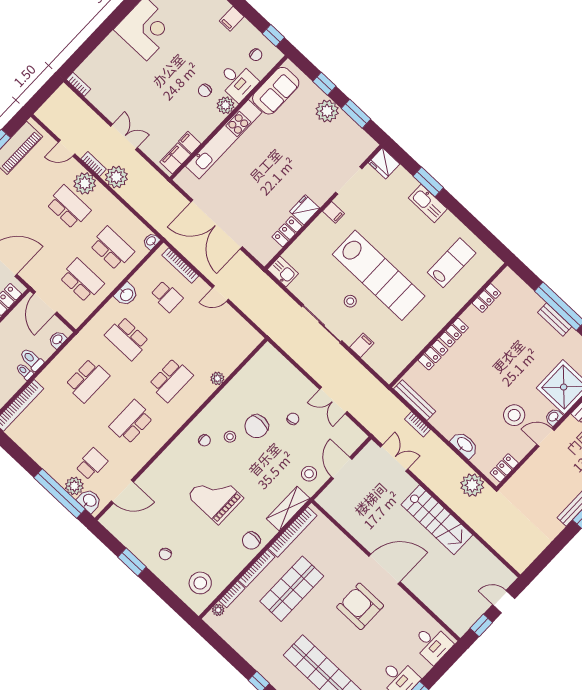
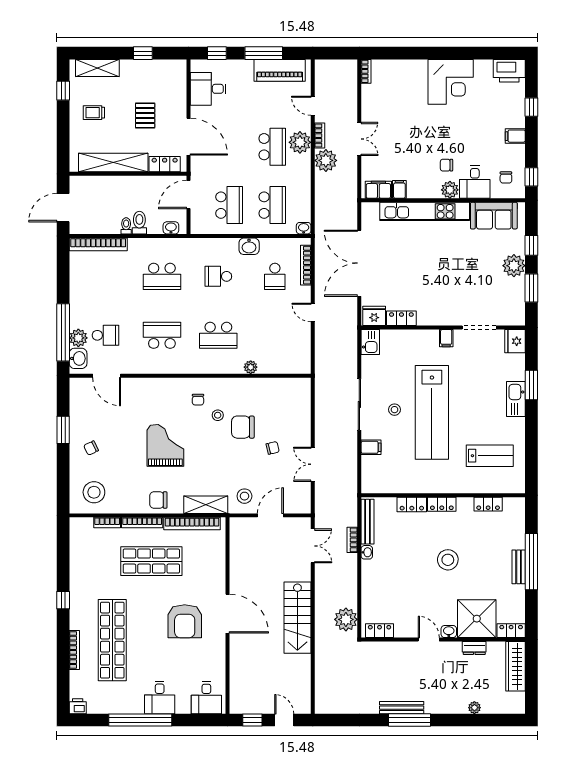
fridge: (305, 210) -> (374, 316), moved
school desk: (127, 338) -> (218, 276), width x0.54
stool: (514, 415) -> (448, 560), moved
washbasin: (465, 445) -> (367, 552), moved, width x0.52, depth x0.69
armchair: (360, 606) -> (185, 621), turned 180
plant: (218, 610) -> (87, 523), removed

